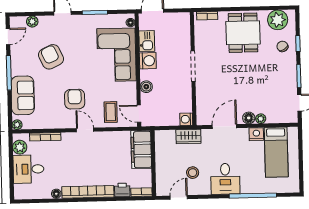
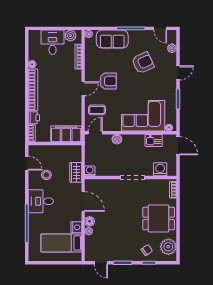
washing machine: (148, 61) -> (160, 169), moved, turned 180

